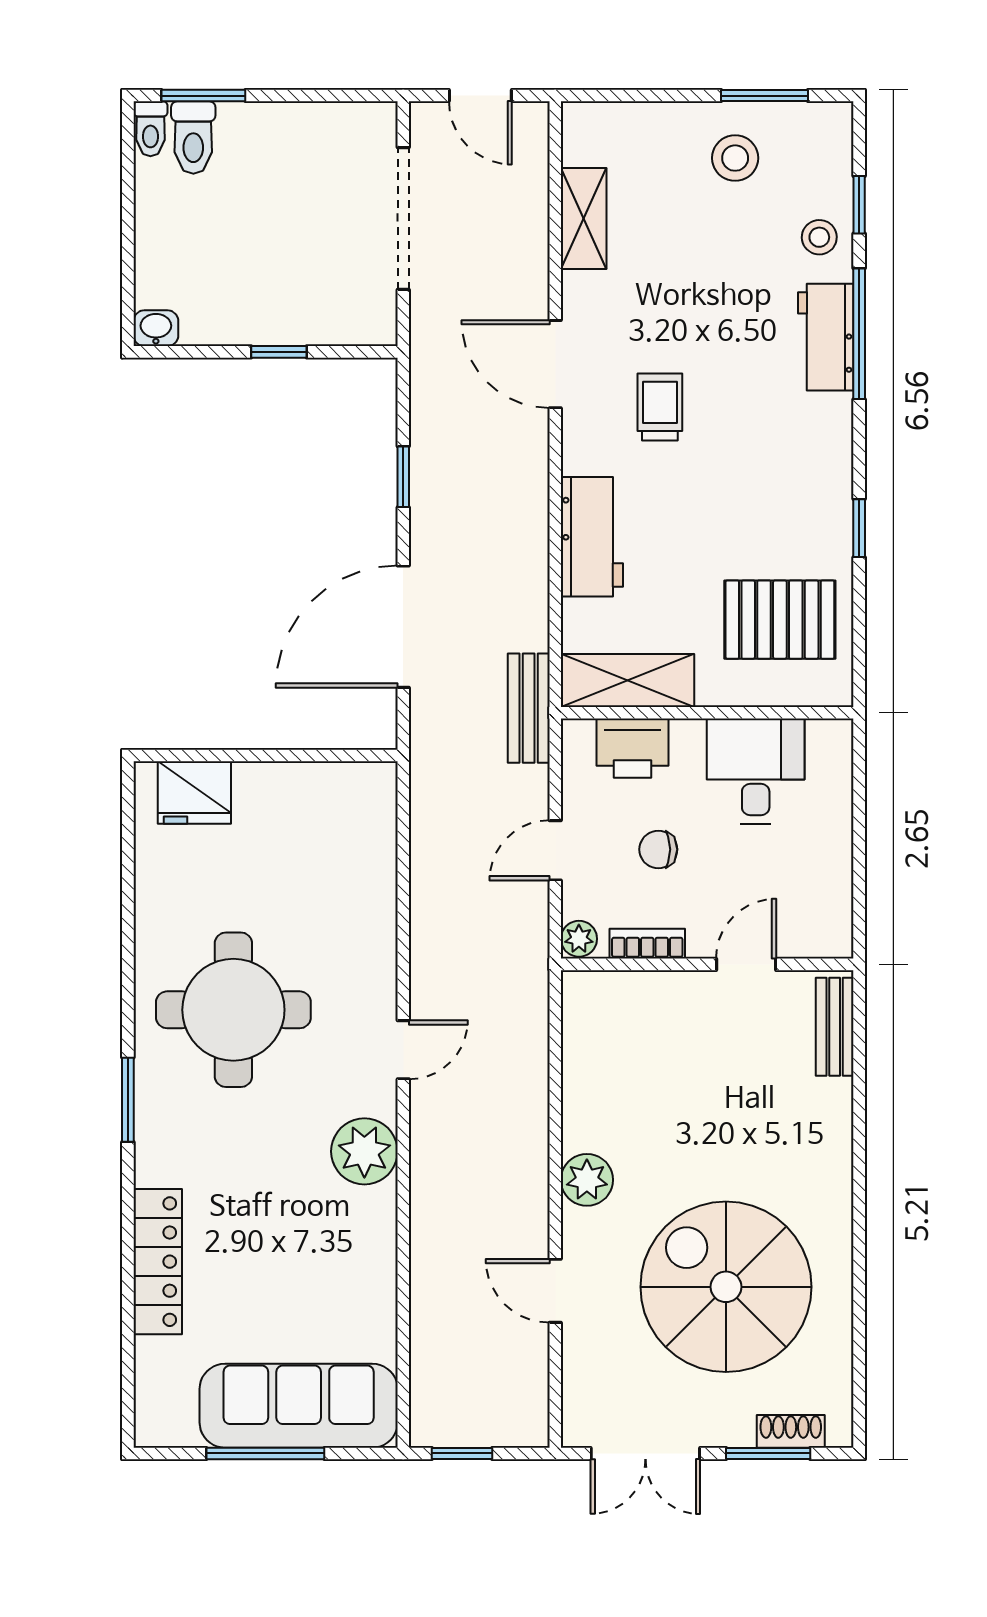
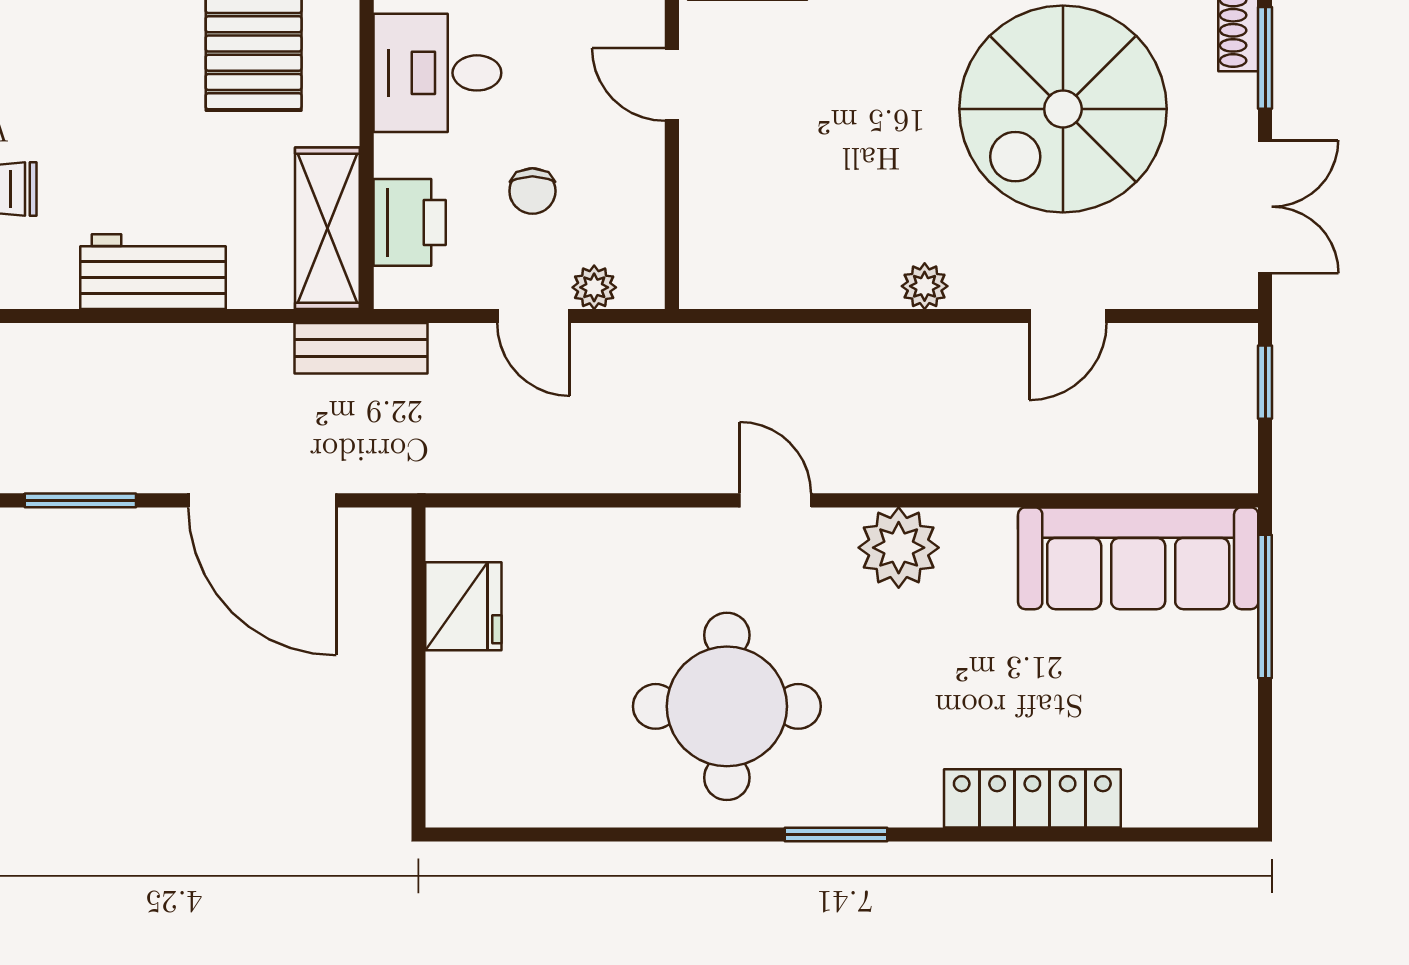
window: (403, 477) -> (80, 500), width x1.50
fridge: (194, 793) -> (463, 606), moved
plant: (579, 939) -> (594, 287), moved
bookcase: (647, 944) -> (647, 204), removed
plant: (587, 1180) -> (925, 286), width x0.73, depth x0.73
sofa: (299, 1406) -> (1138, 558), moved, turned -90
window: (265, 1453) -> (1265, 607), moved
window: (462, 1453) -> (1265, 382), moved

